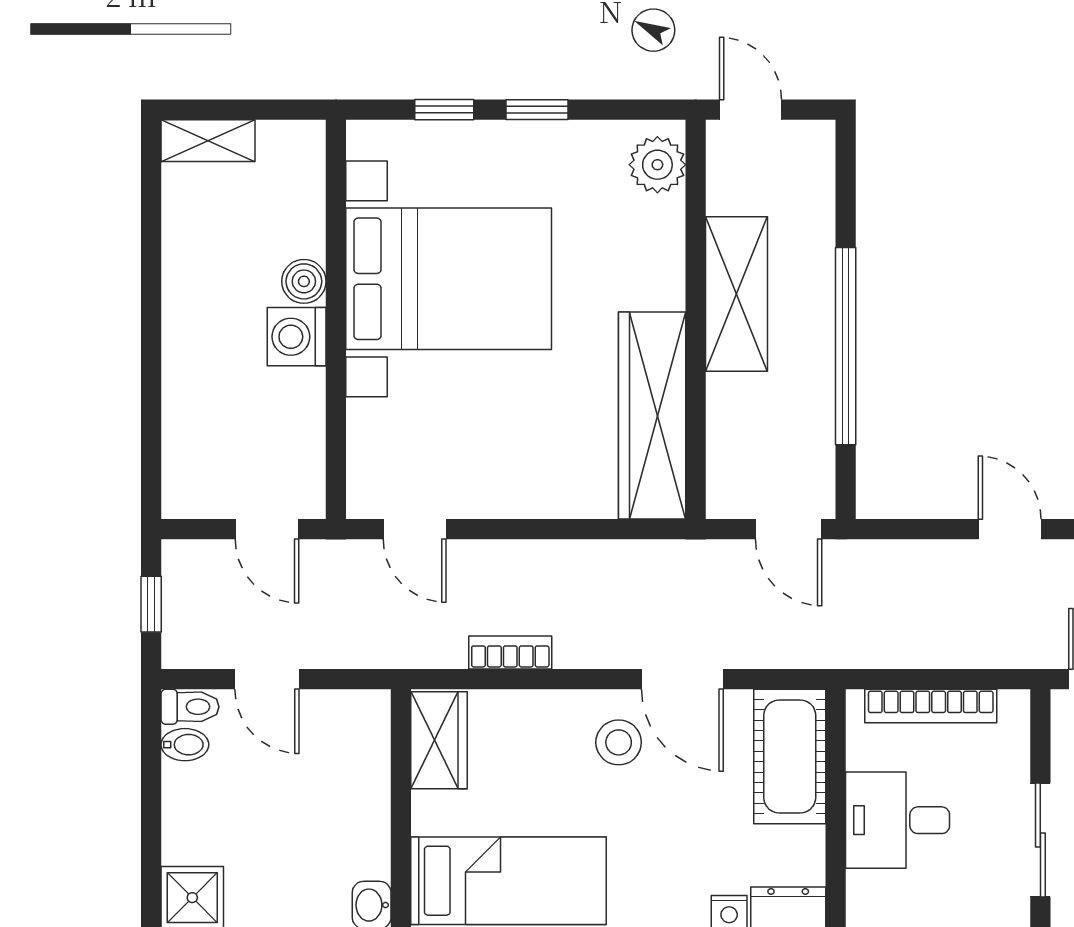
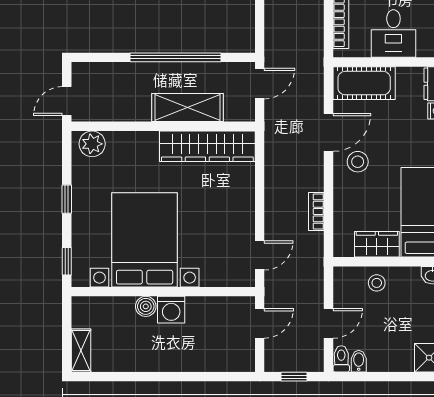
window: (444, 110) -> (67, 261), moved
shelving: (737, 294) -> (187, 107), moved
wardrobe: (439, 740) -> (377, 244), moved
stool: (355, 784) -> (377, 283), added

